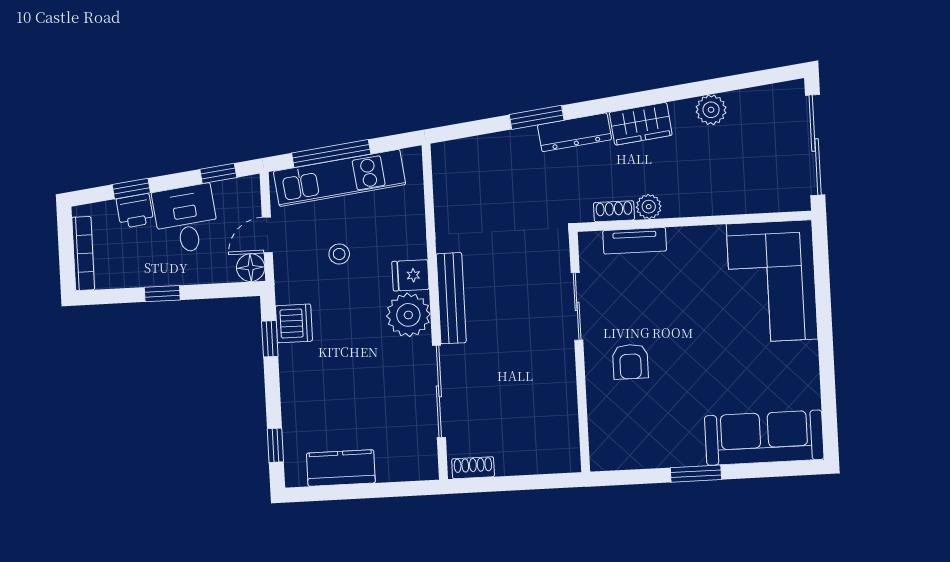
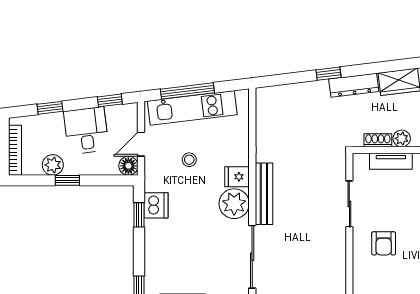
window: (537, 117) -> (329, 74), width x0.67
printer: (135, 211) -> (52, 123), removed
plant: (140, 272) -> (53, 165), added

